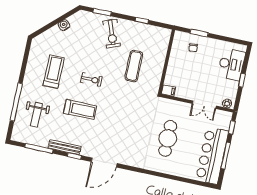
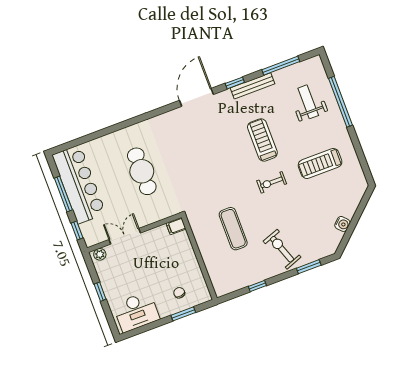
desk: (231, 64) -> (136, 312), moved, turned -90
treadmill: (54, 72) -> (320, 163), turned 90
treadmill: (80, 109) -> (262, 140), turned 90

